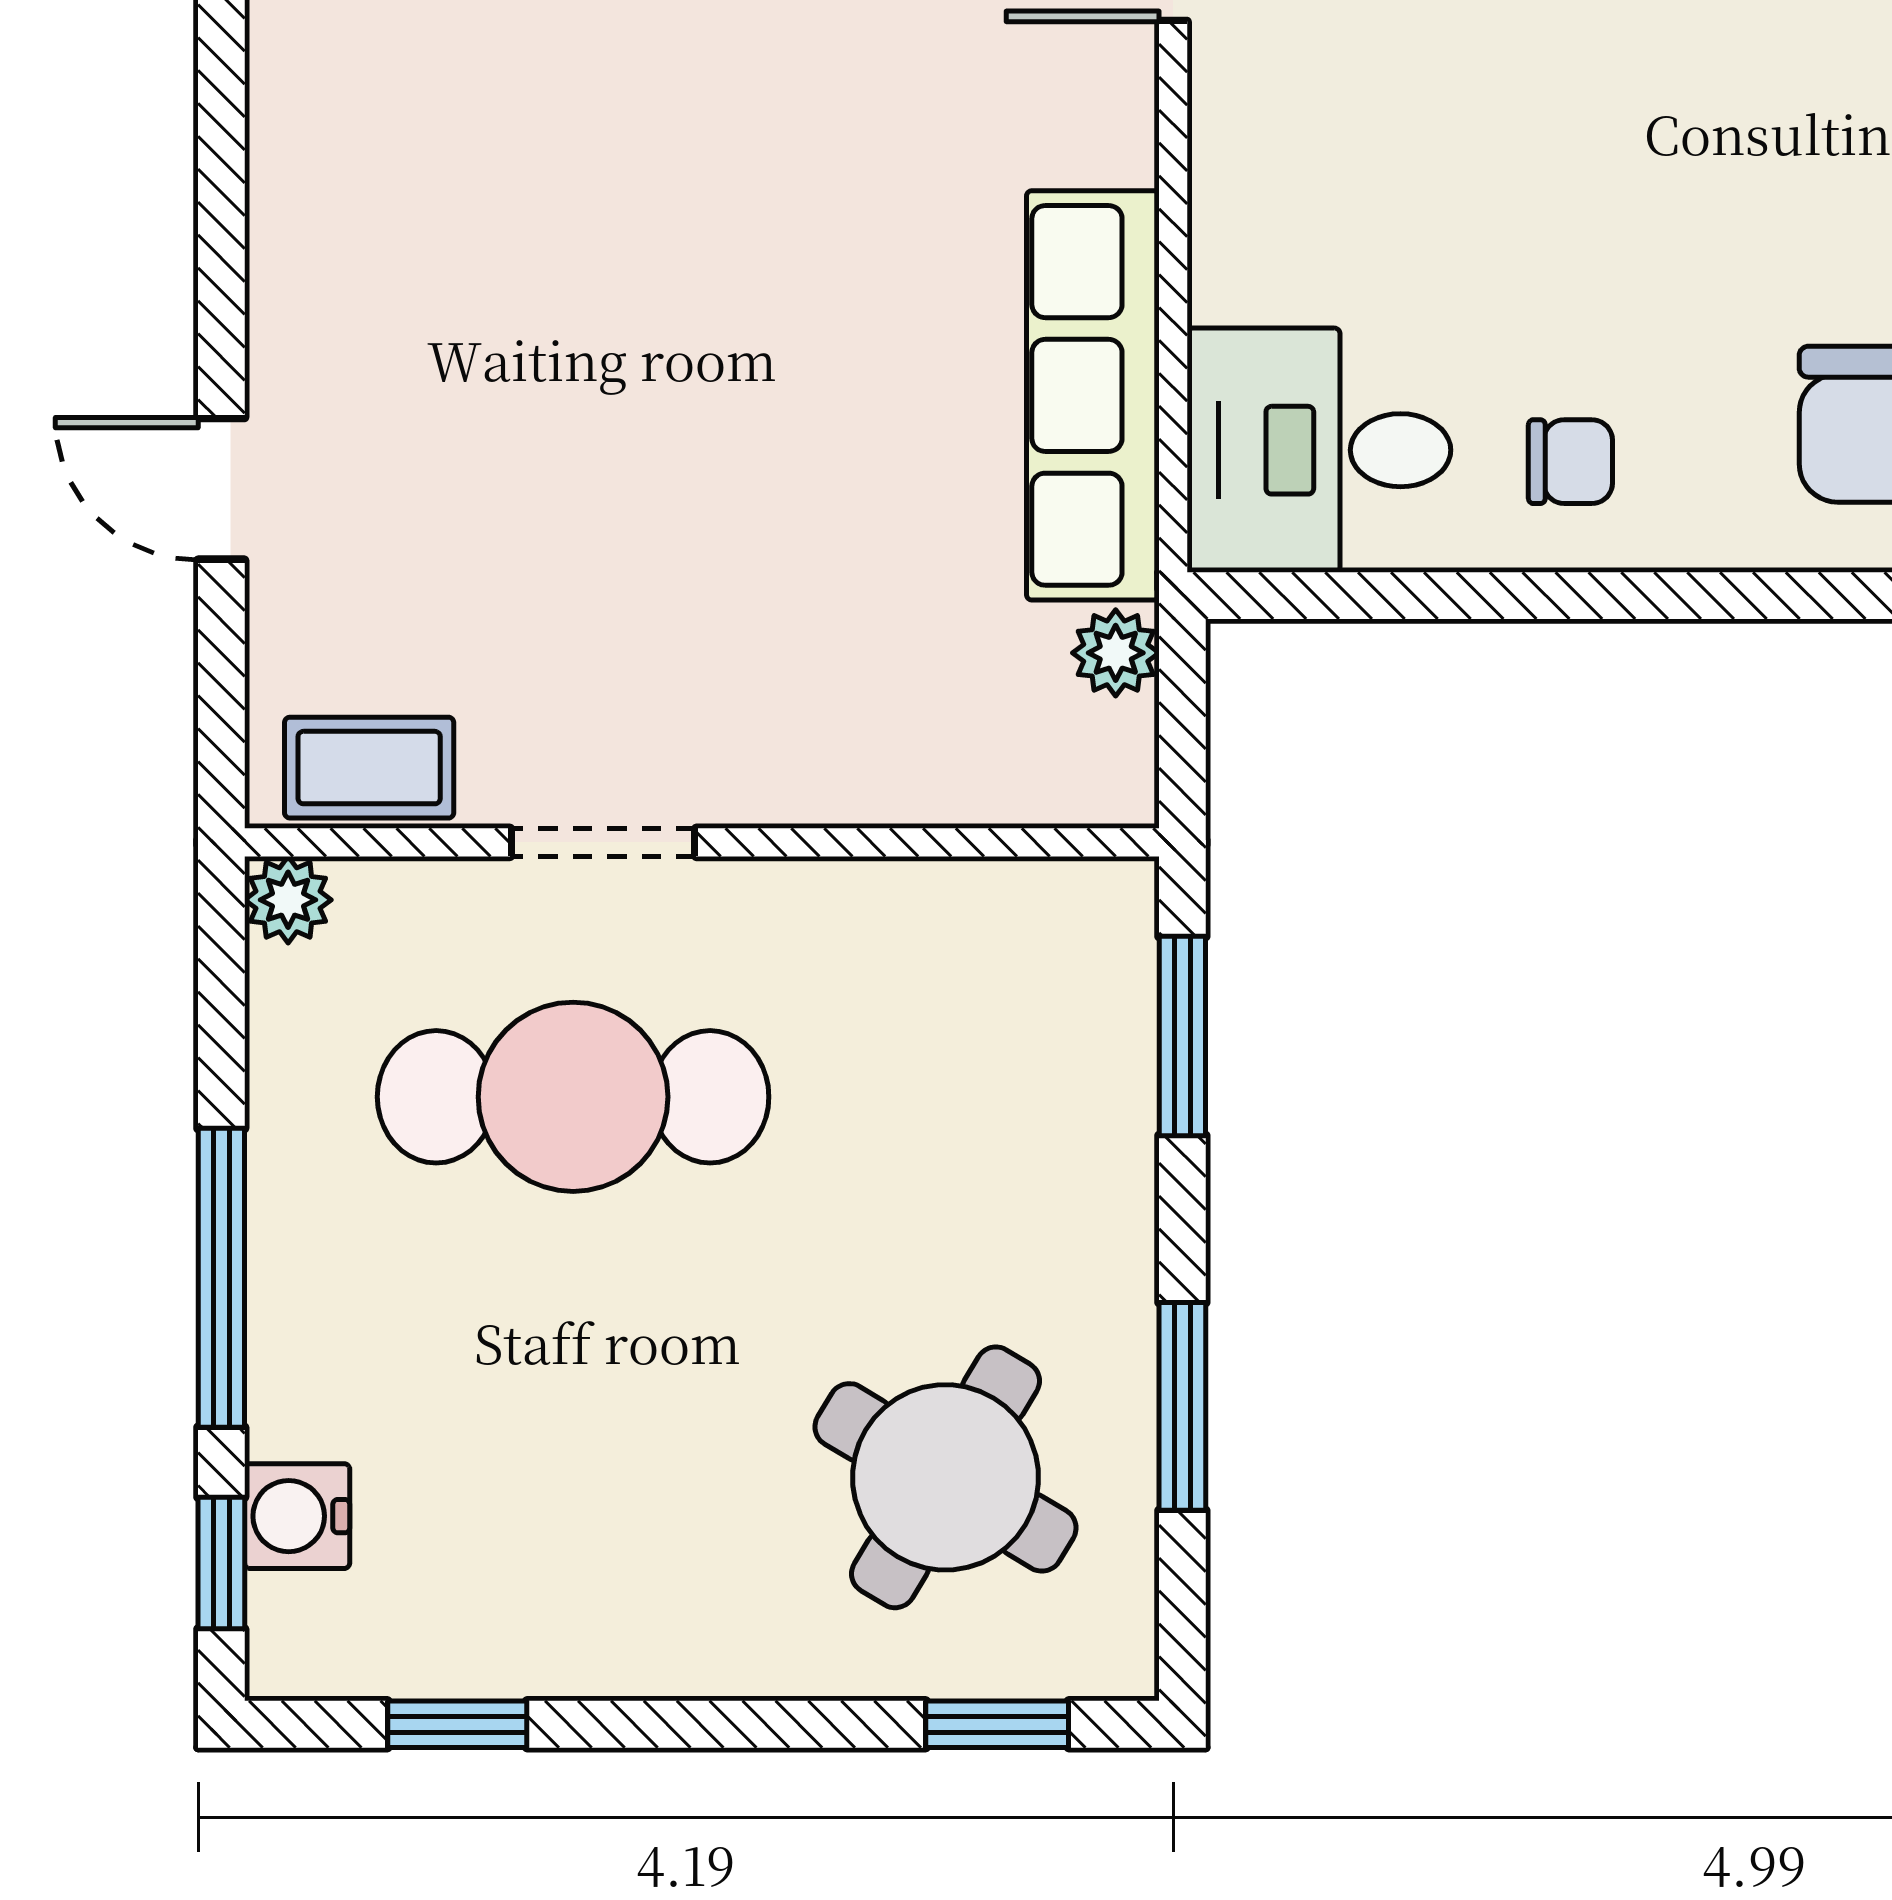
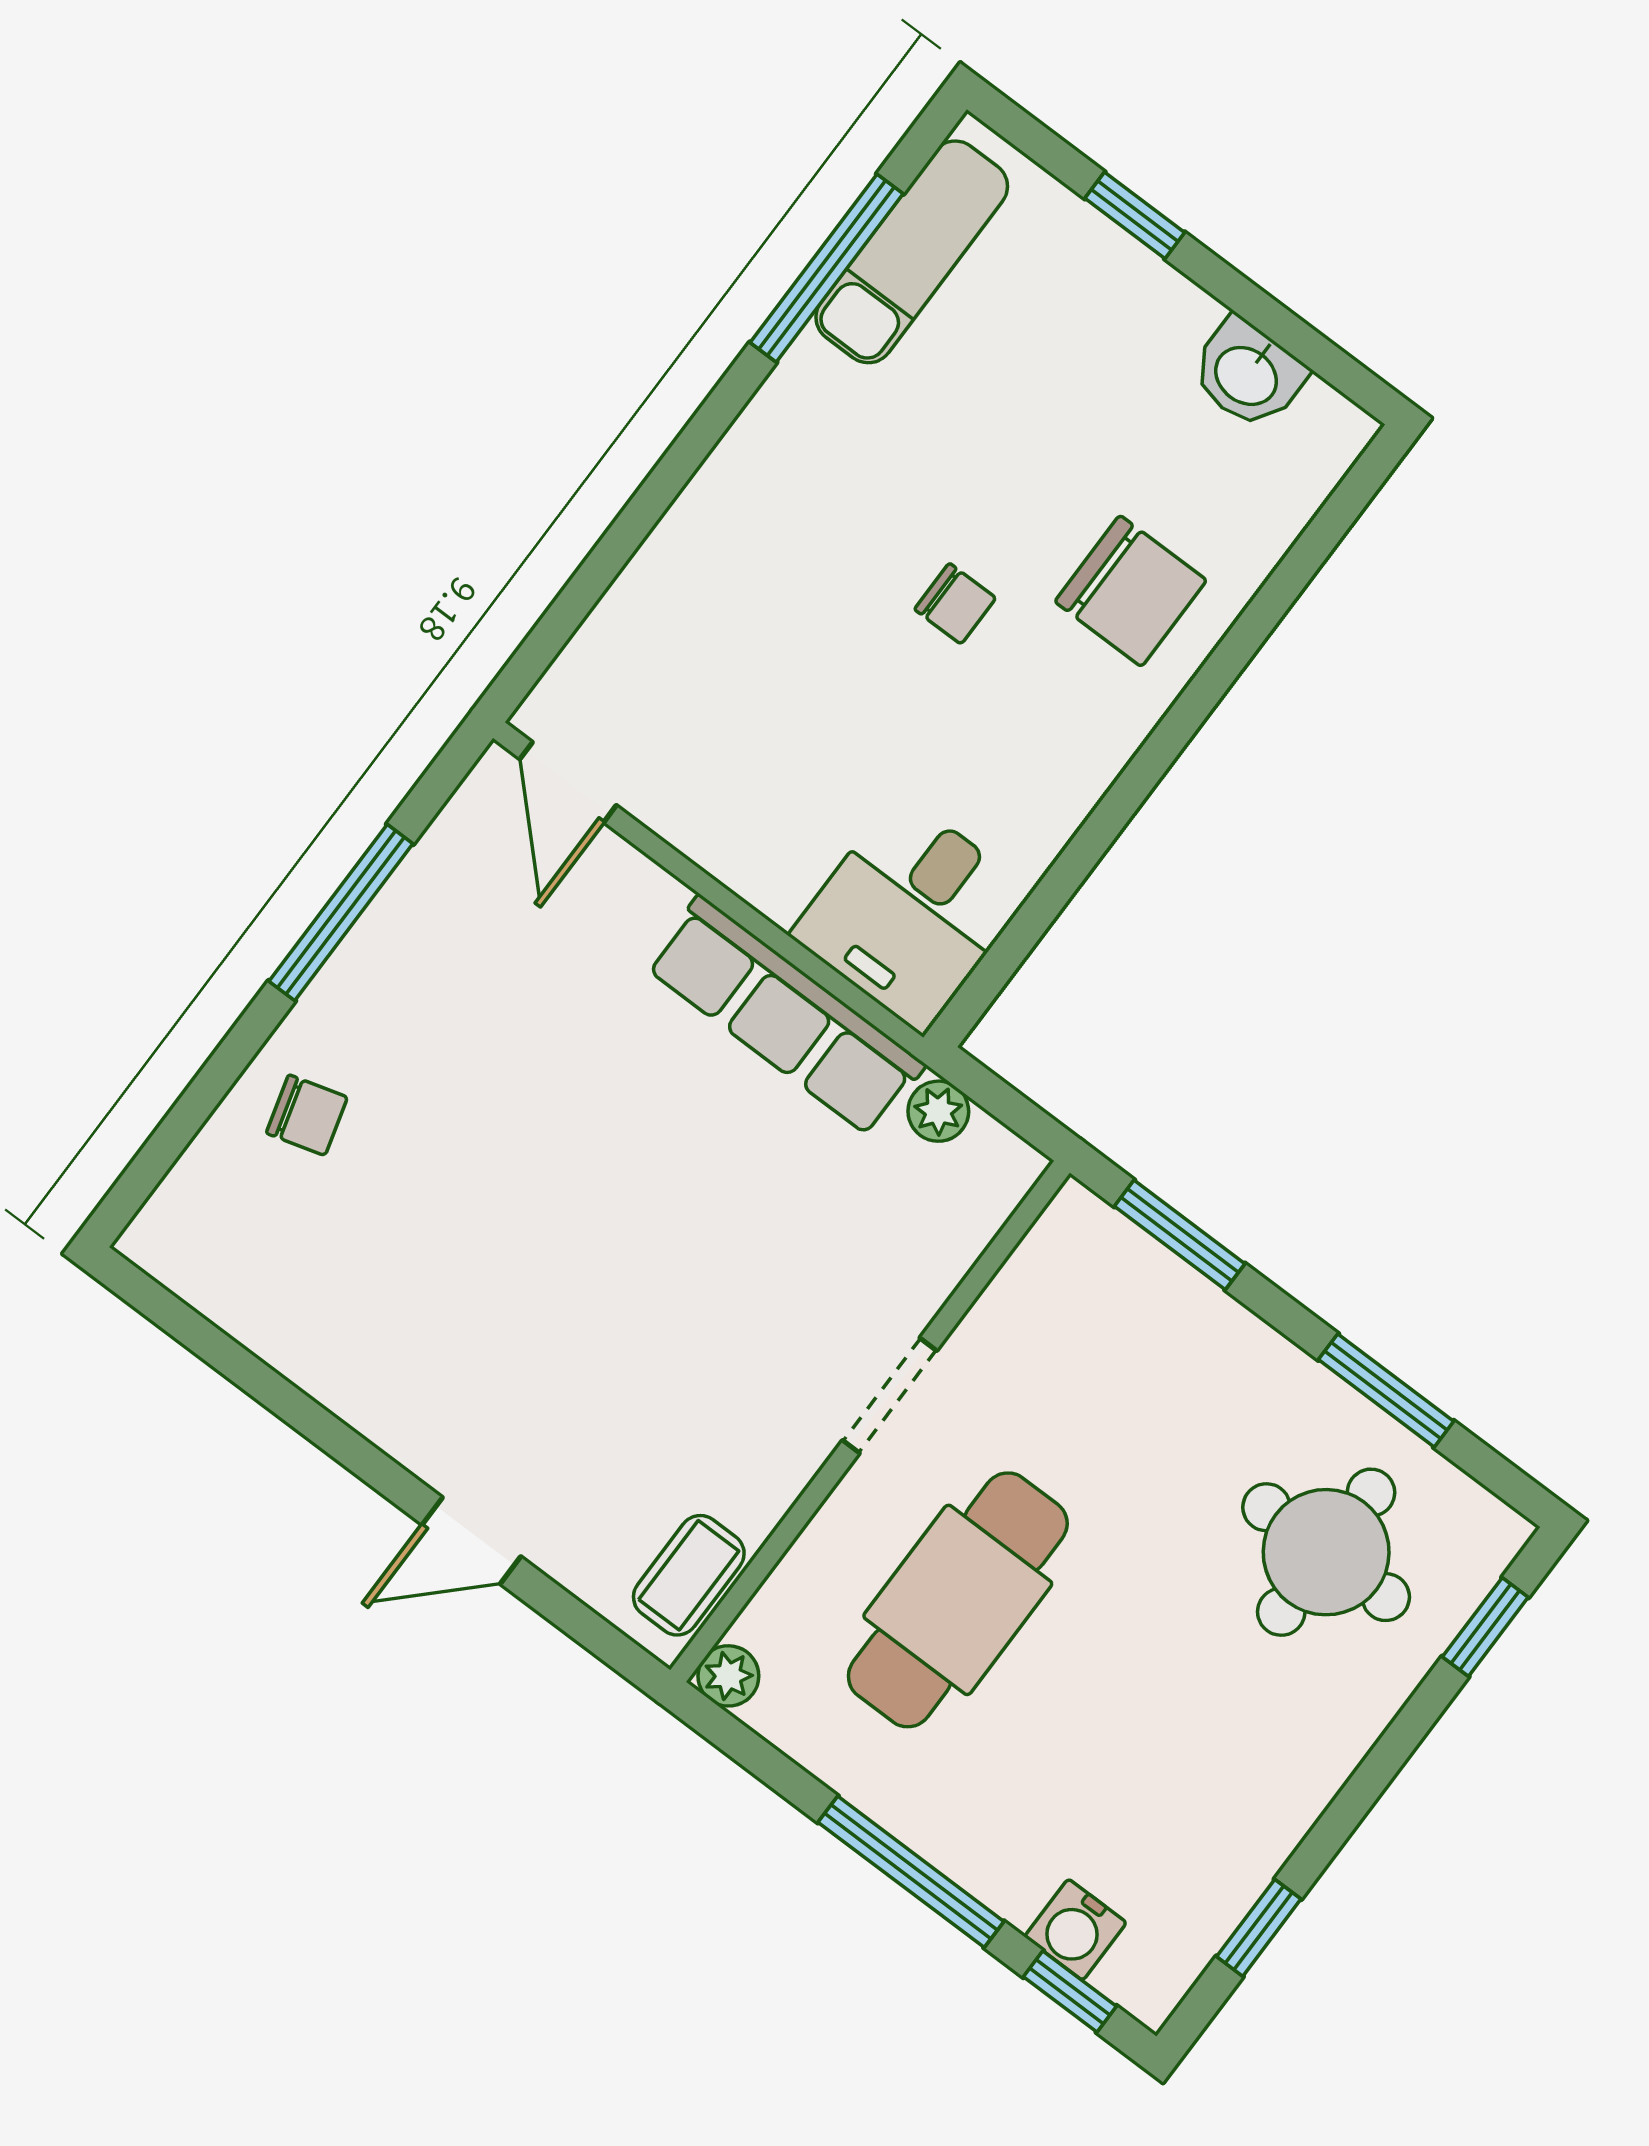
chair: (1570, 462) -> (955, 604), moved, turned 90
doorway: (603, 842) -> (890, 1395), moved
round table: (946, 1477) -> (1326, 1552), turned -31

